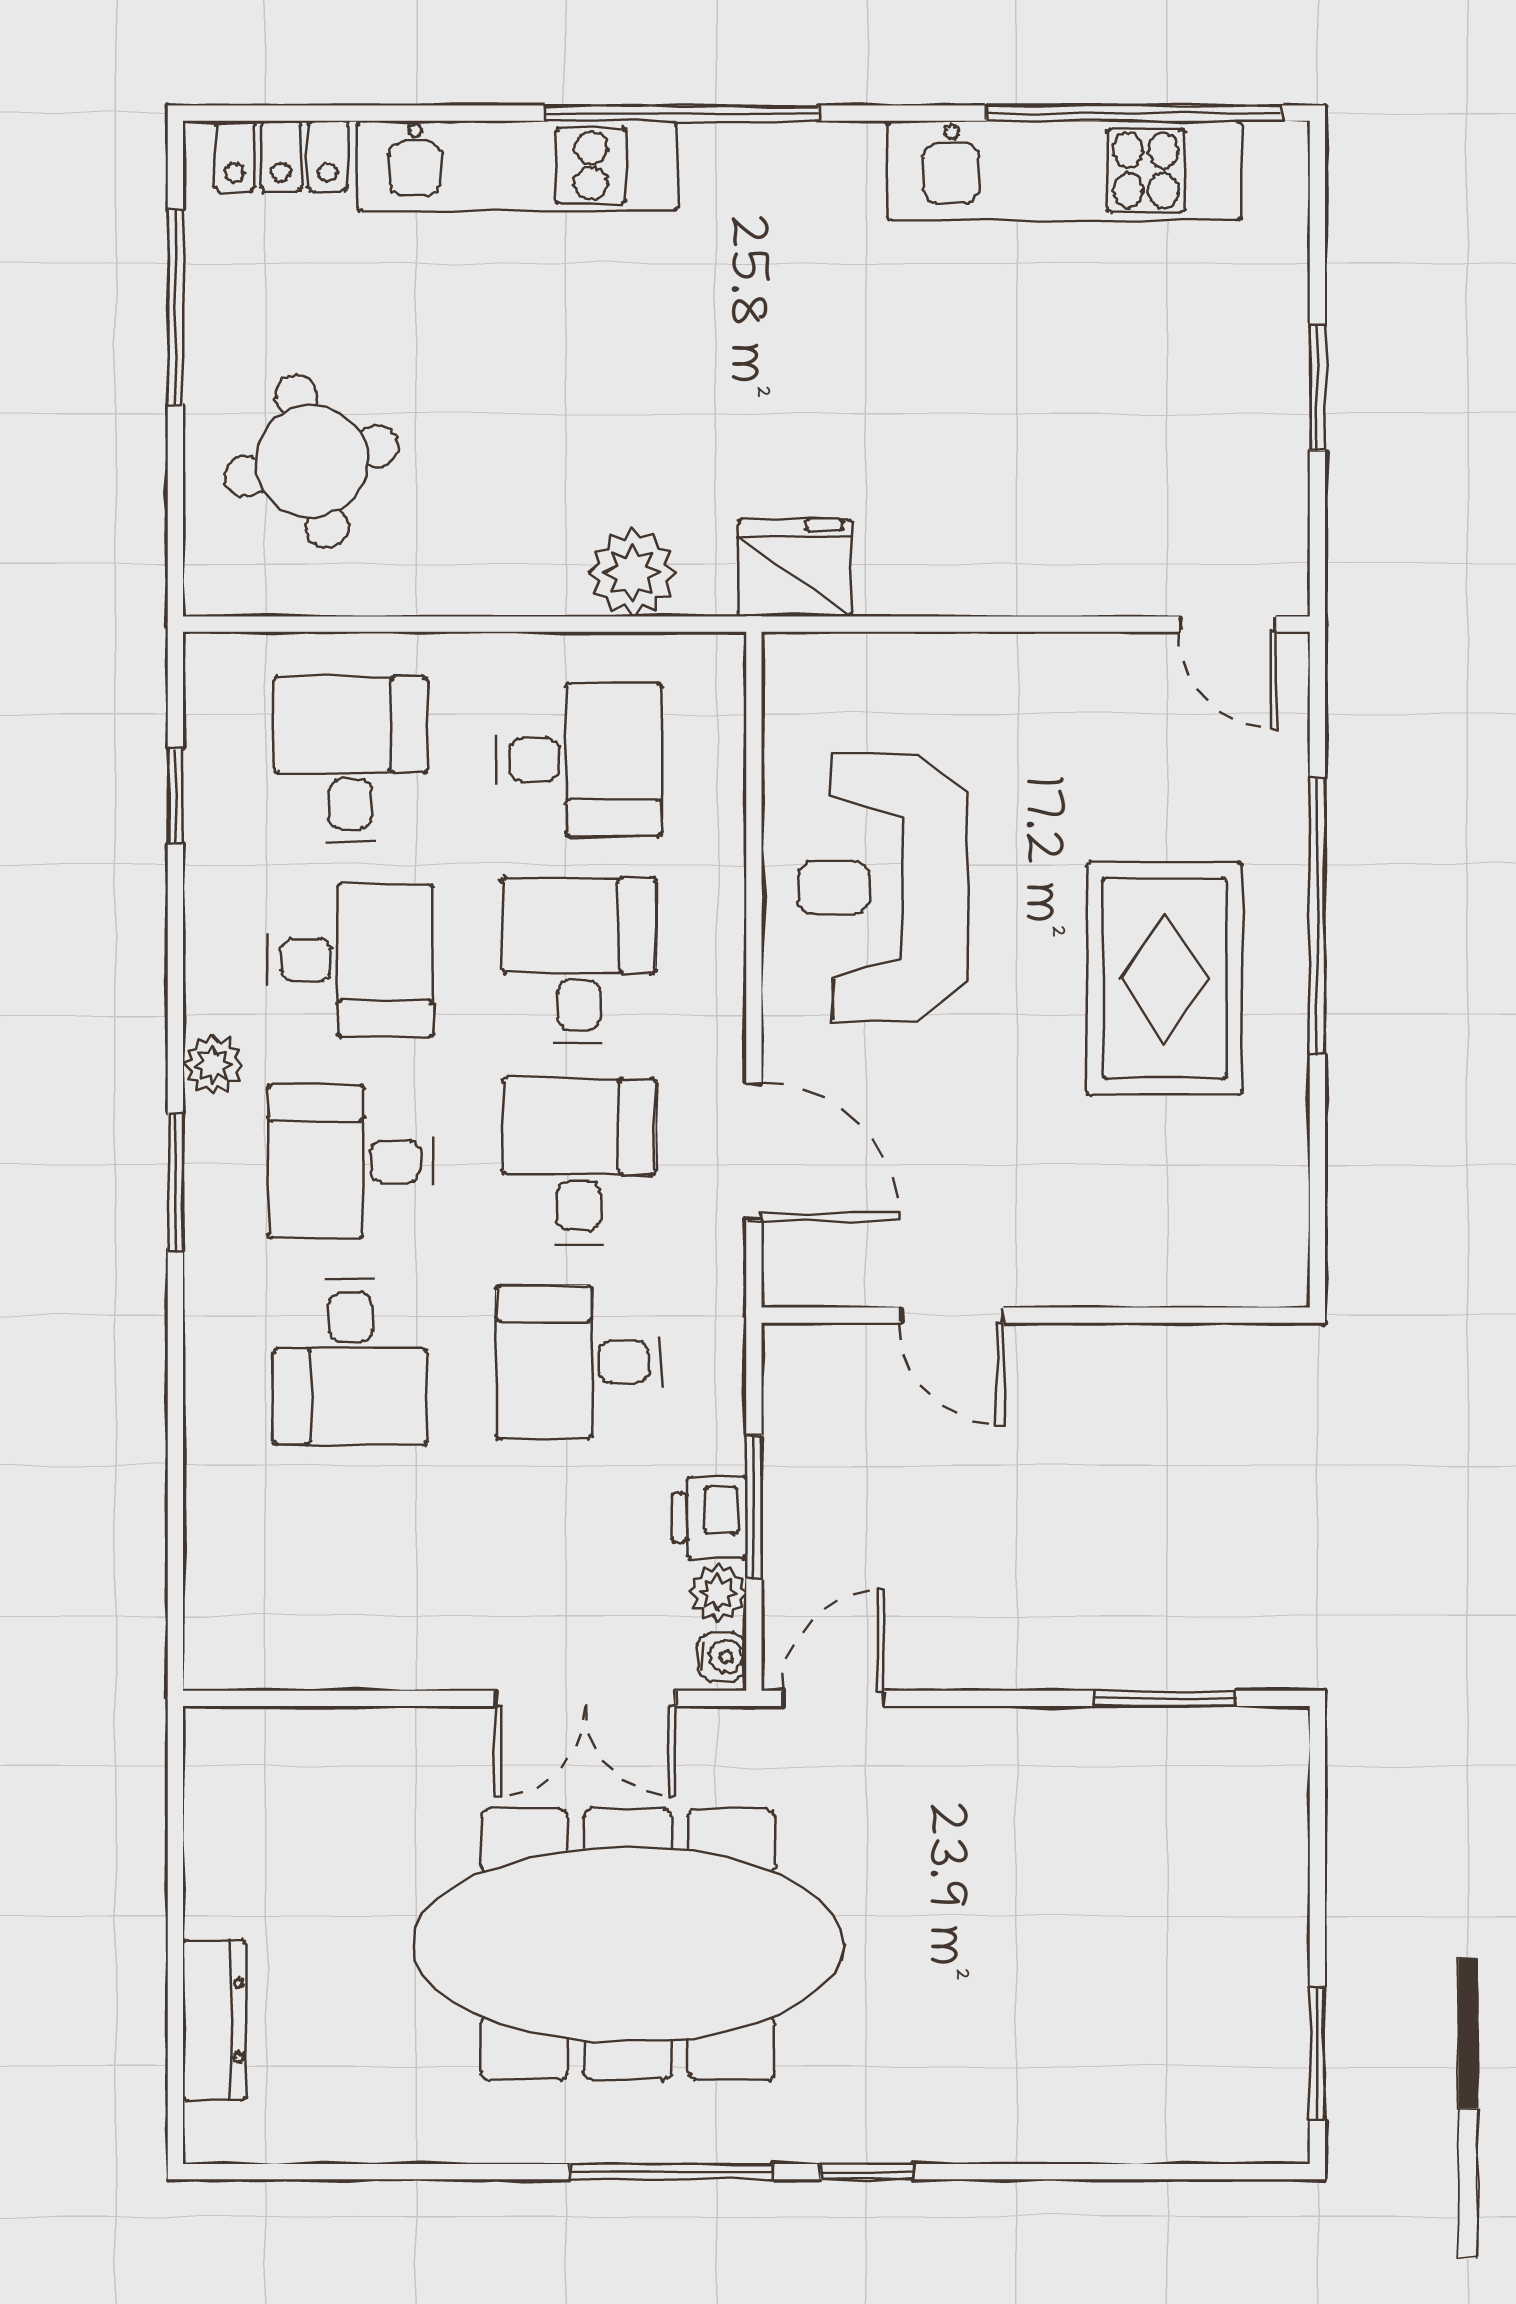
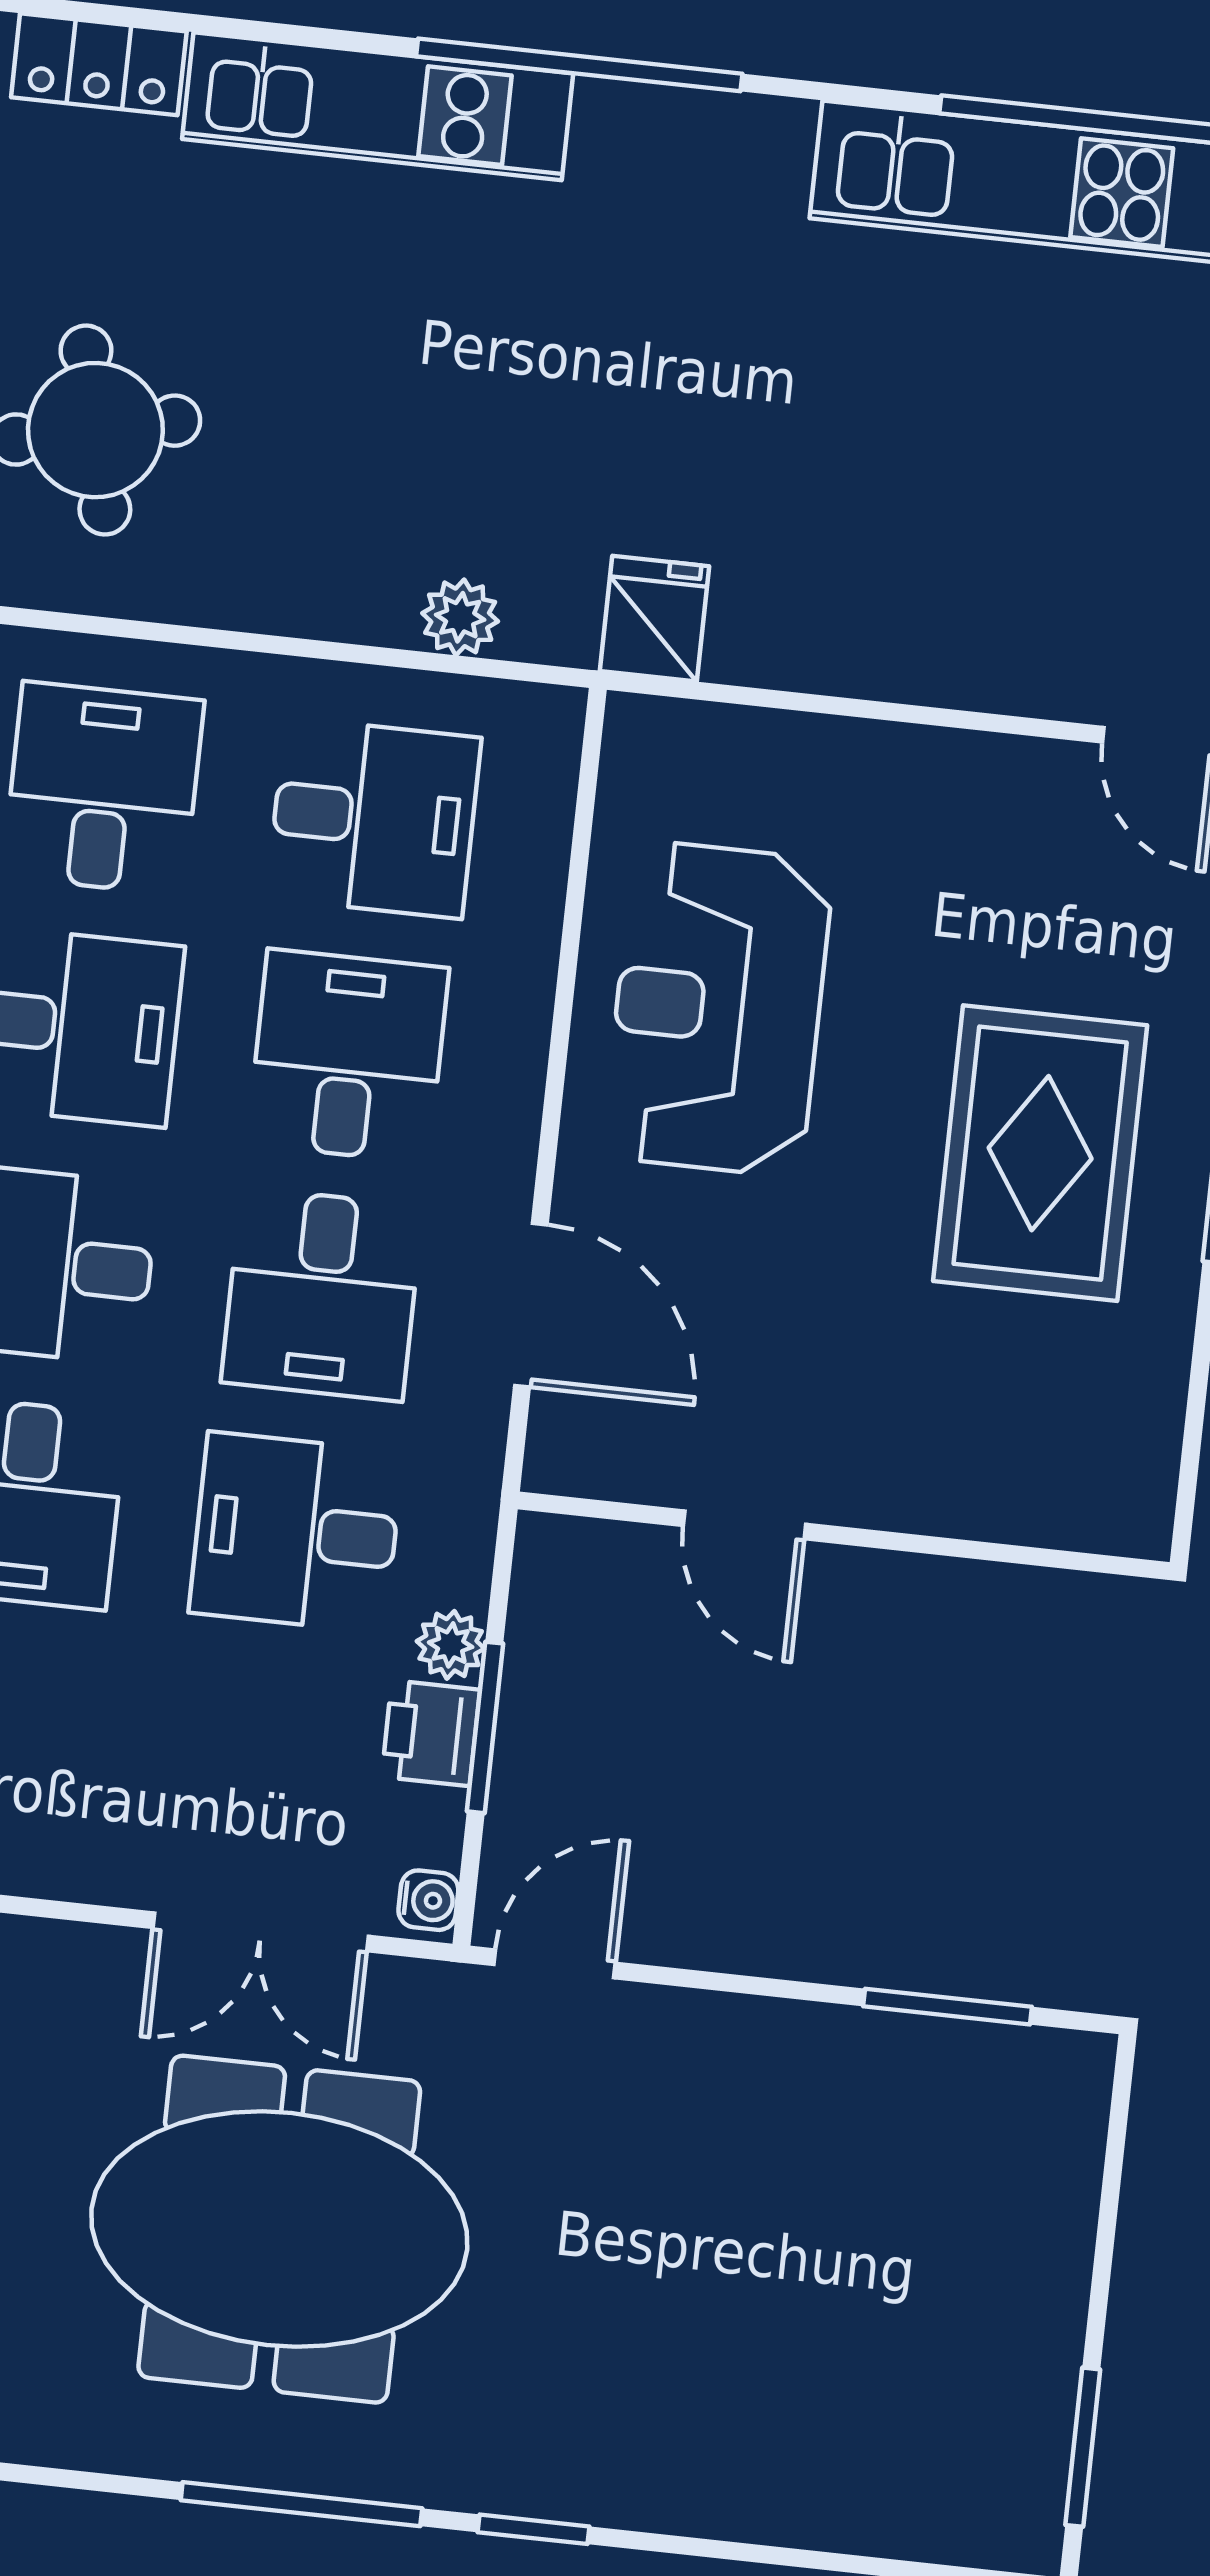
fridge: (795, 568) -> (655, 619), width x0.72
plant: (633, 572) -> (460, 617), width x0.73, depth x0.73
desk: (579, 1161) -> (322, 1294), turned 180
plant: (718, 1593) -> (451, 1645), moved
meeting table: (628, 1944) -> (279, 2229), width x0.73

